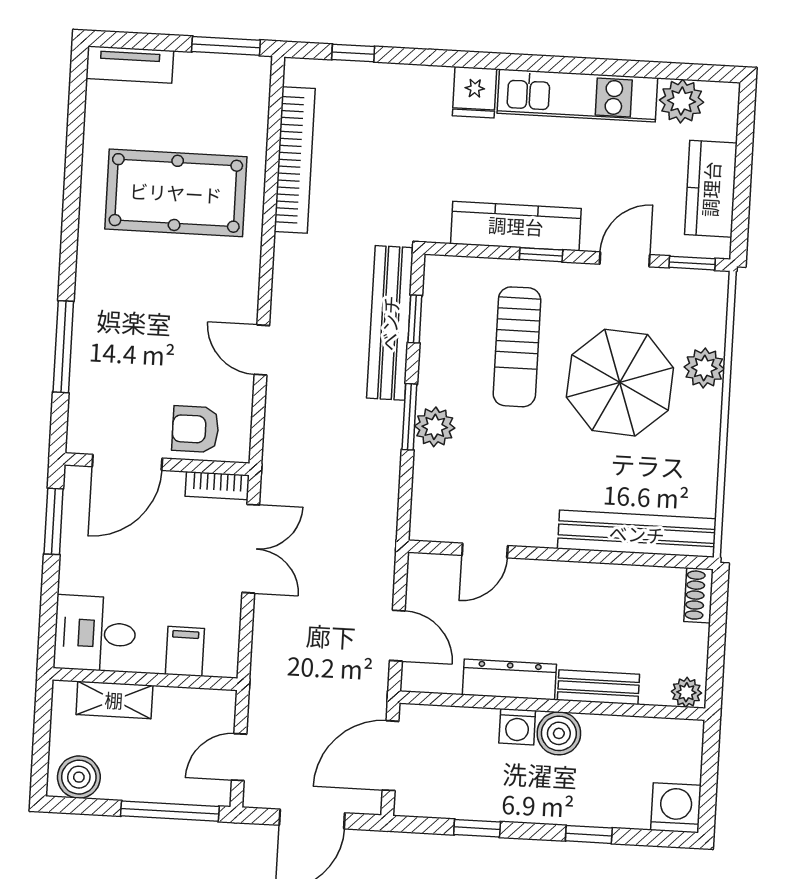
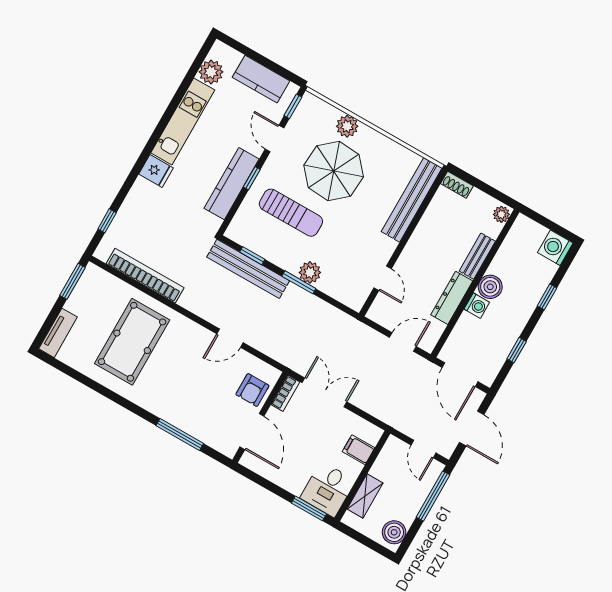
window: (54, 521) -> (309, 508), moved

